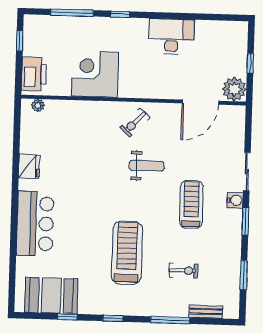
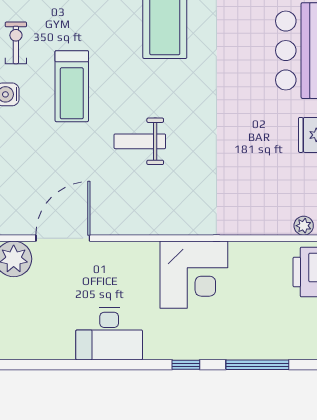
corner desk: (95, 74) -> (194, 275), moved
exercise bike: (135, 122) -> (16, 43), moved, turned -44

